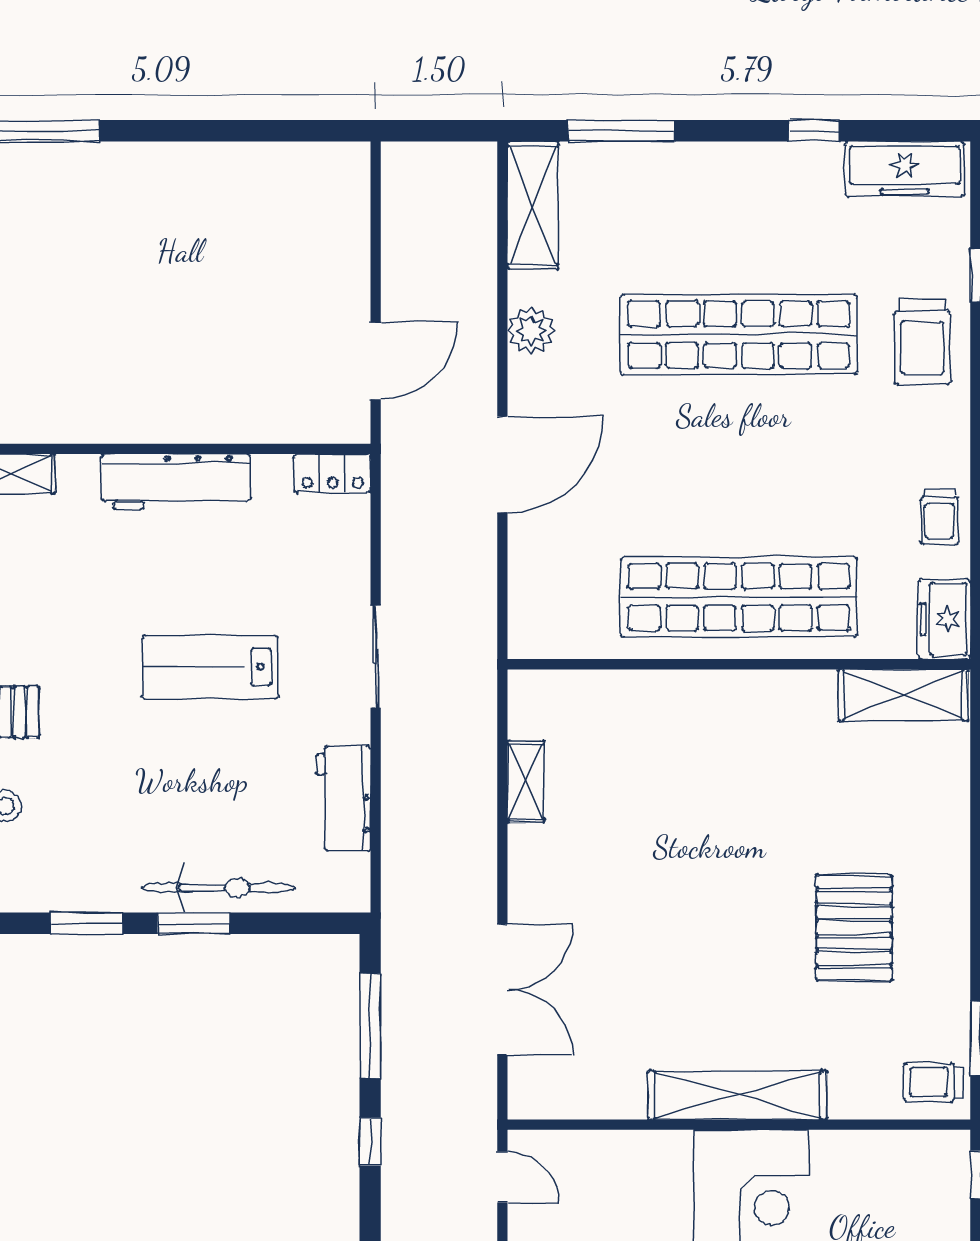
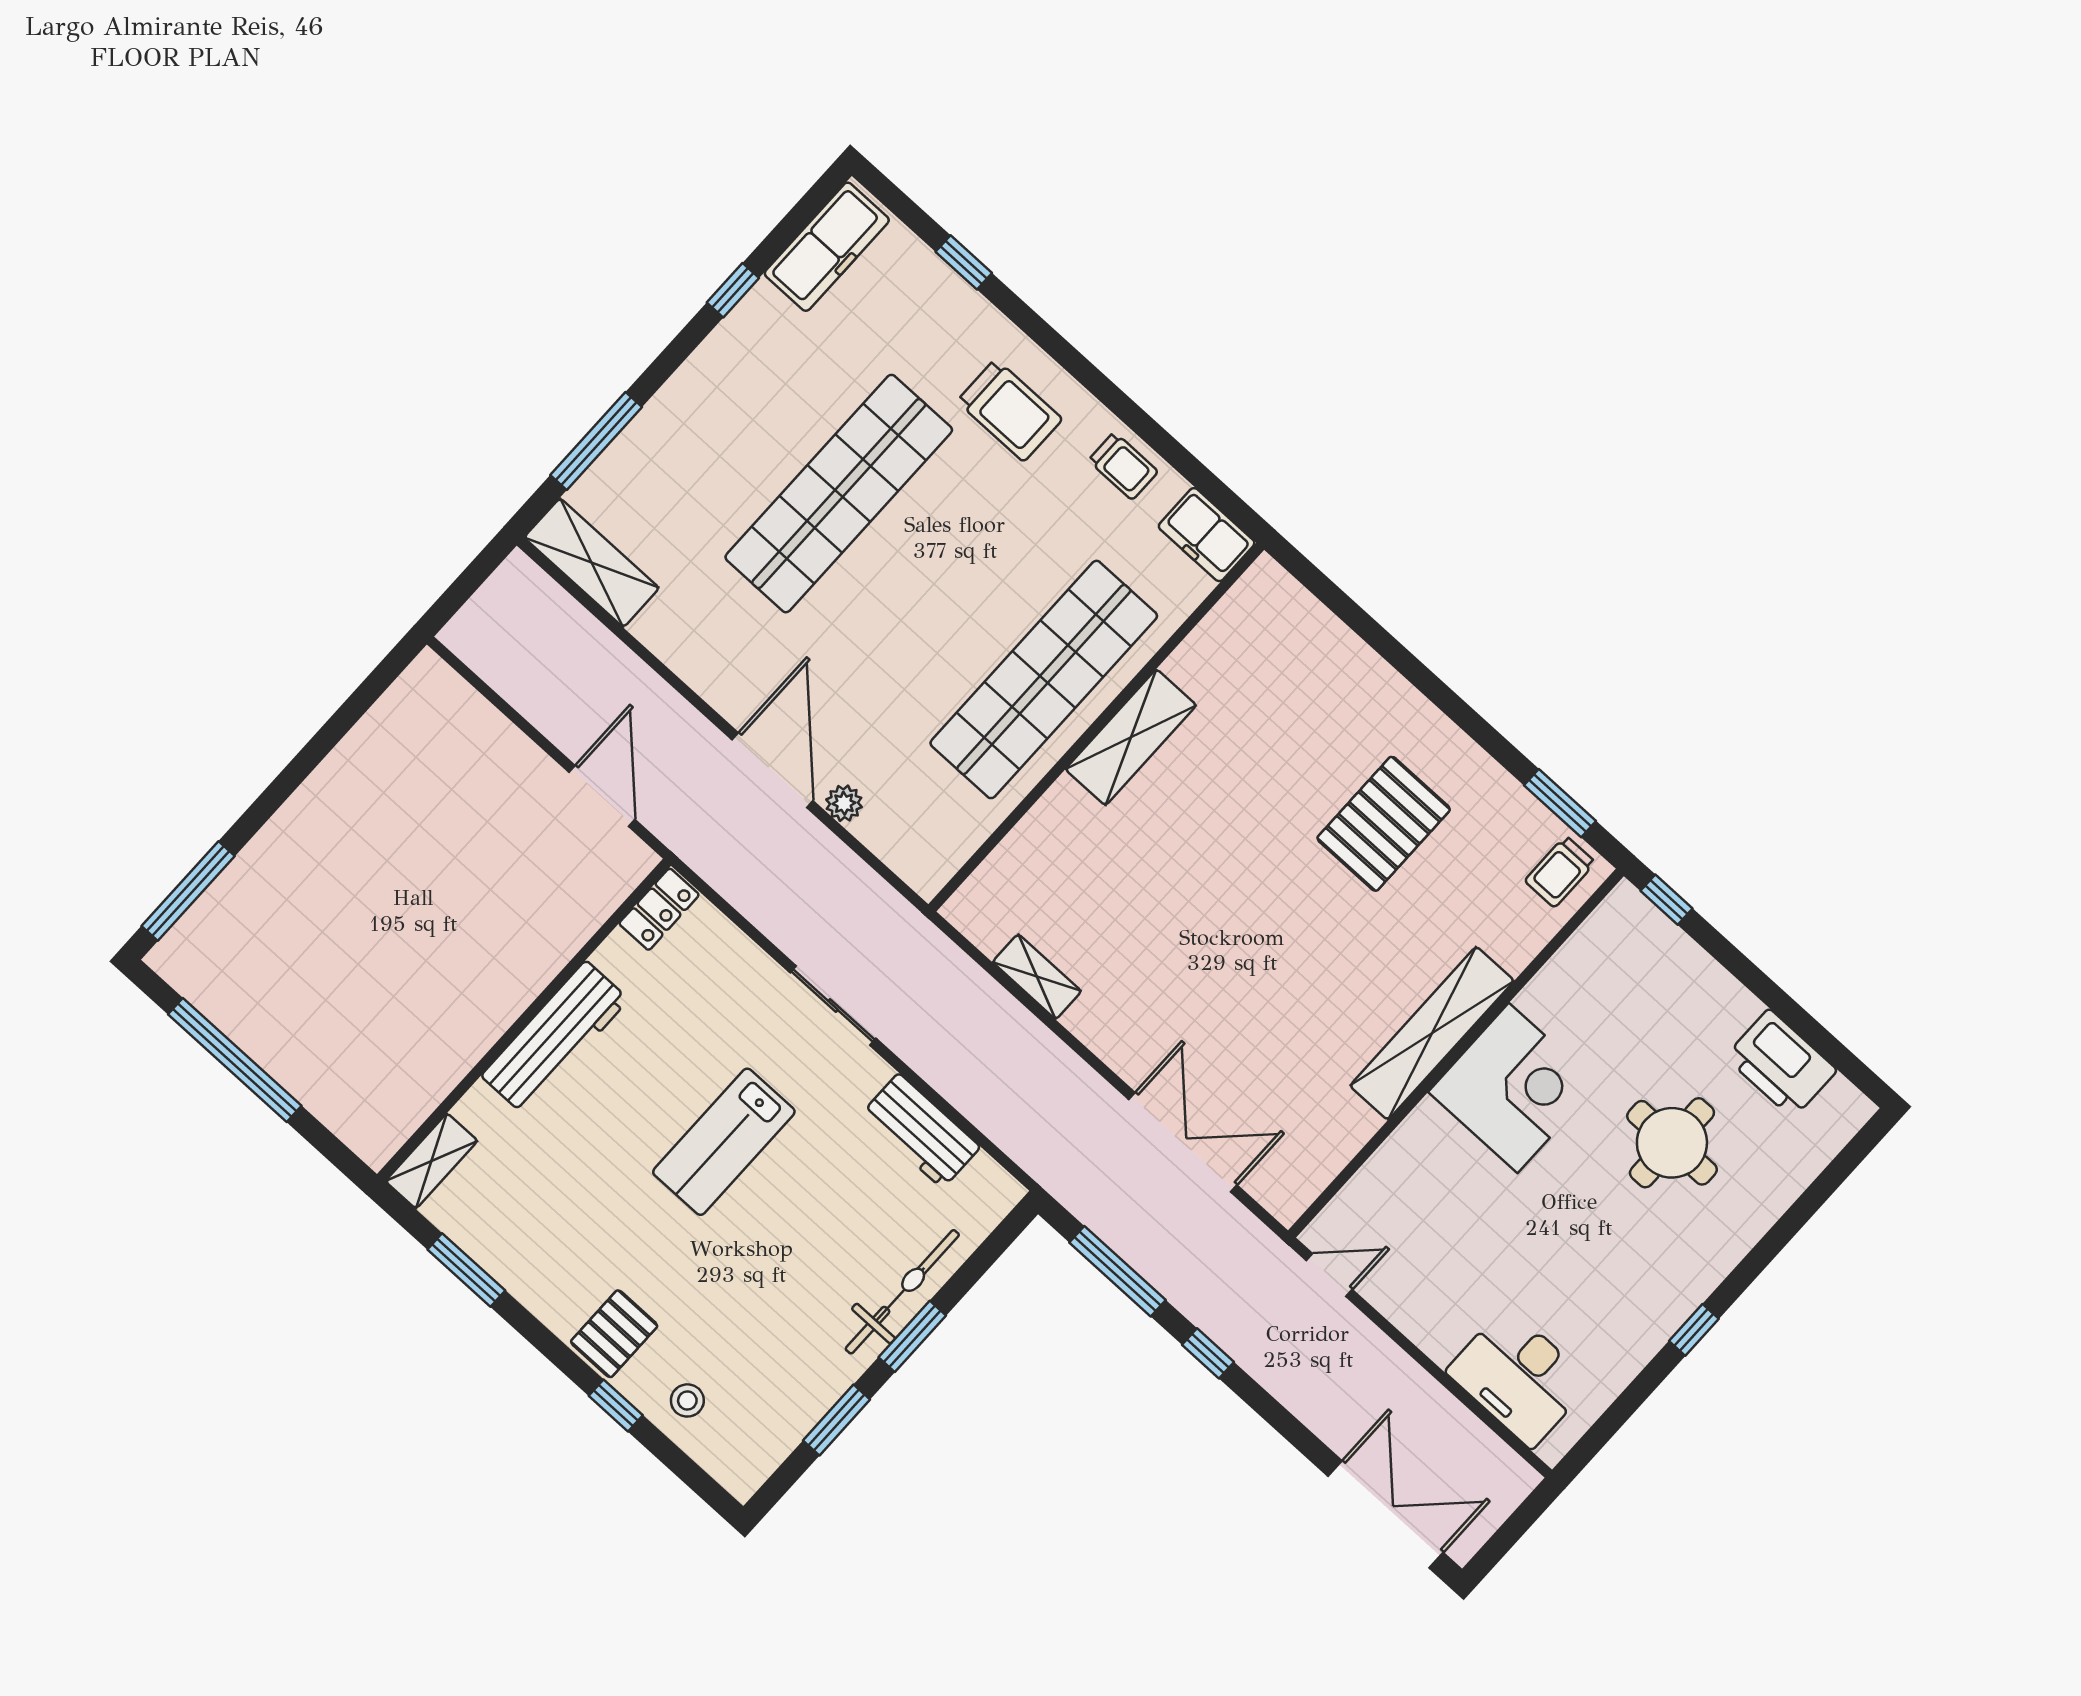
plant: (531, 331) -> (844, 803), moved, width x0.73, depth x0.73
trolley: (922, 342) -> (1010, 410), moved
shelving: (903, 695) -> (1131, 737), moved
pallet: (854, 928) -> (1384, 824), turned 90

